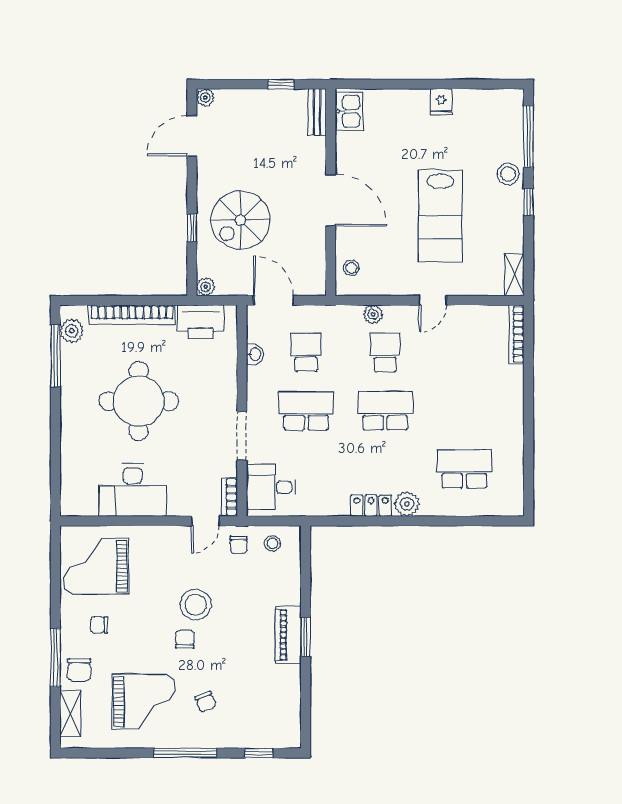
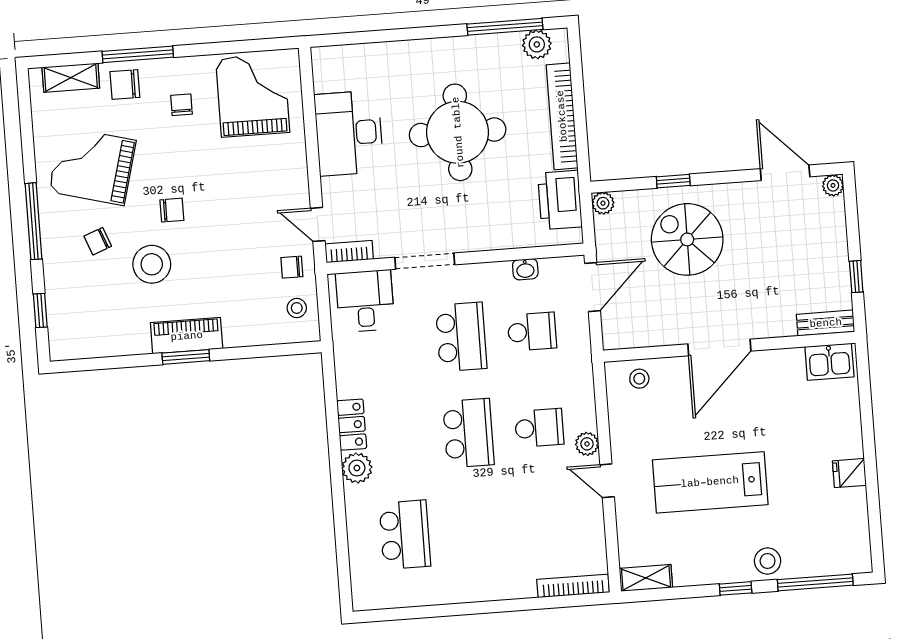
plant: (373, 314) -> (587, 444), moved
stool: (196, 605) -> (152, 264), moved
grand piano: (144, 701) -> (92, 166), turned 105

